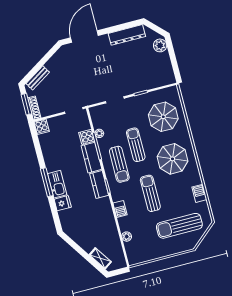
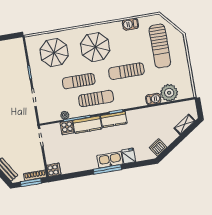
barbecue: (120, 209) -> (153, 99), moved
dishwasher: (74, 233) -> (158, 147), added
plant: (127, 237) -> (169, 93), width x1.87, depth x1.87

